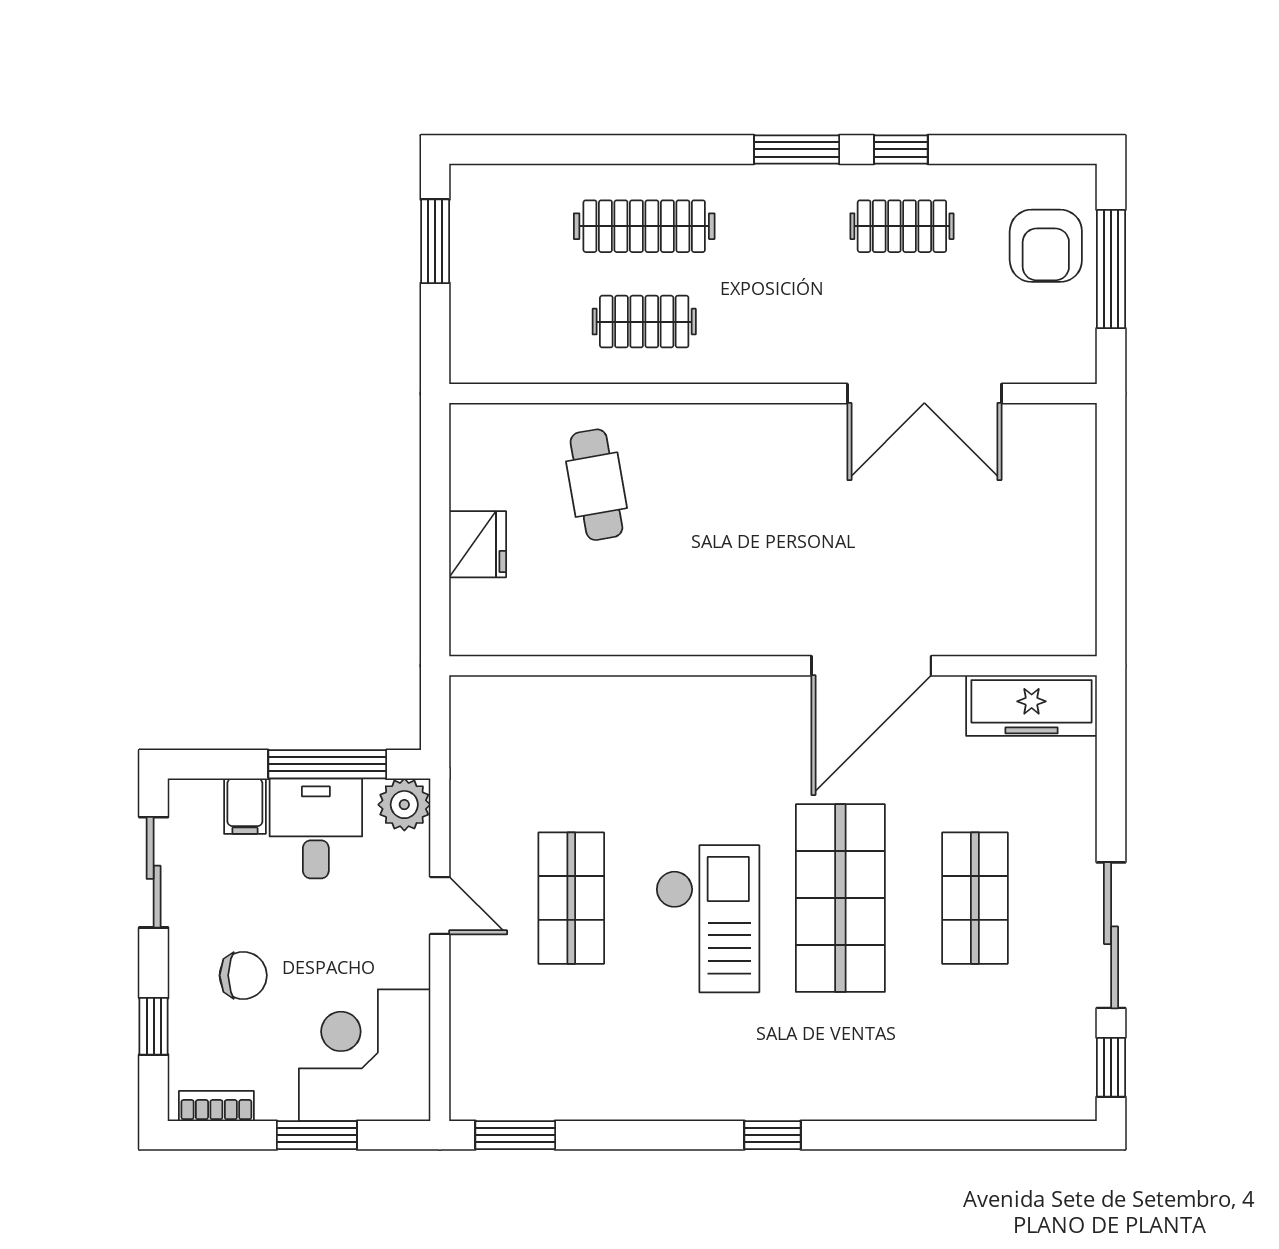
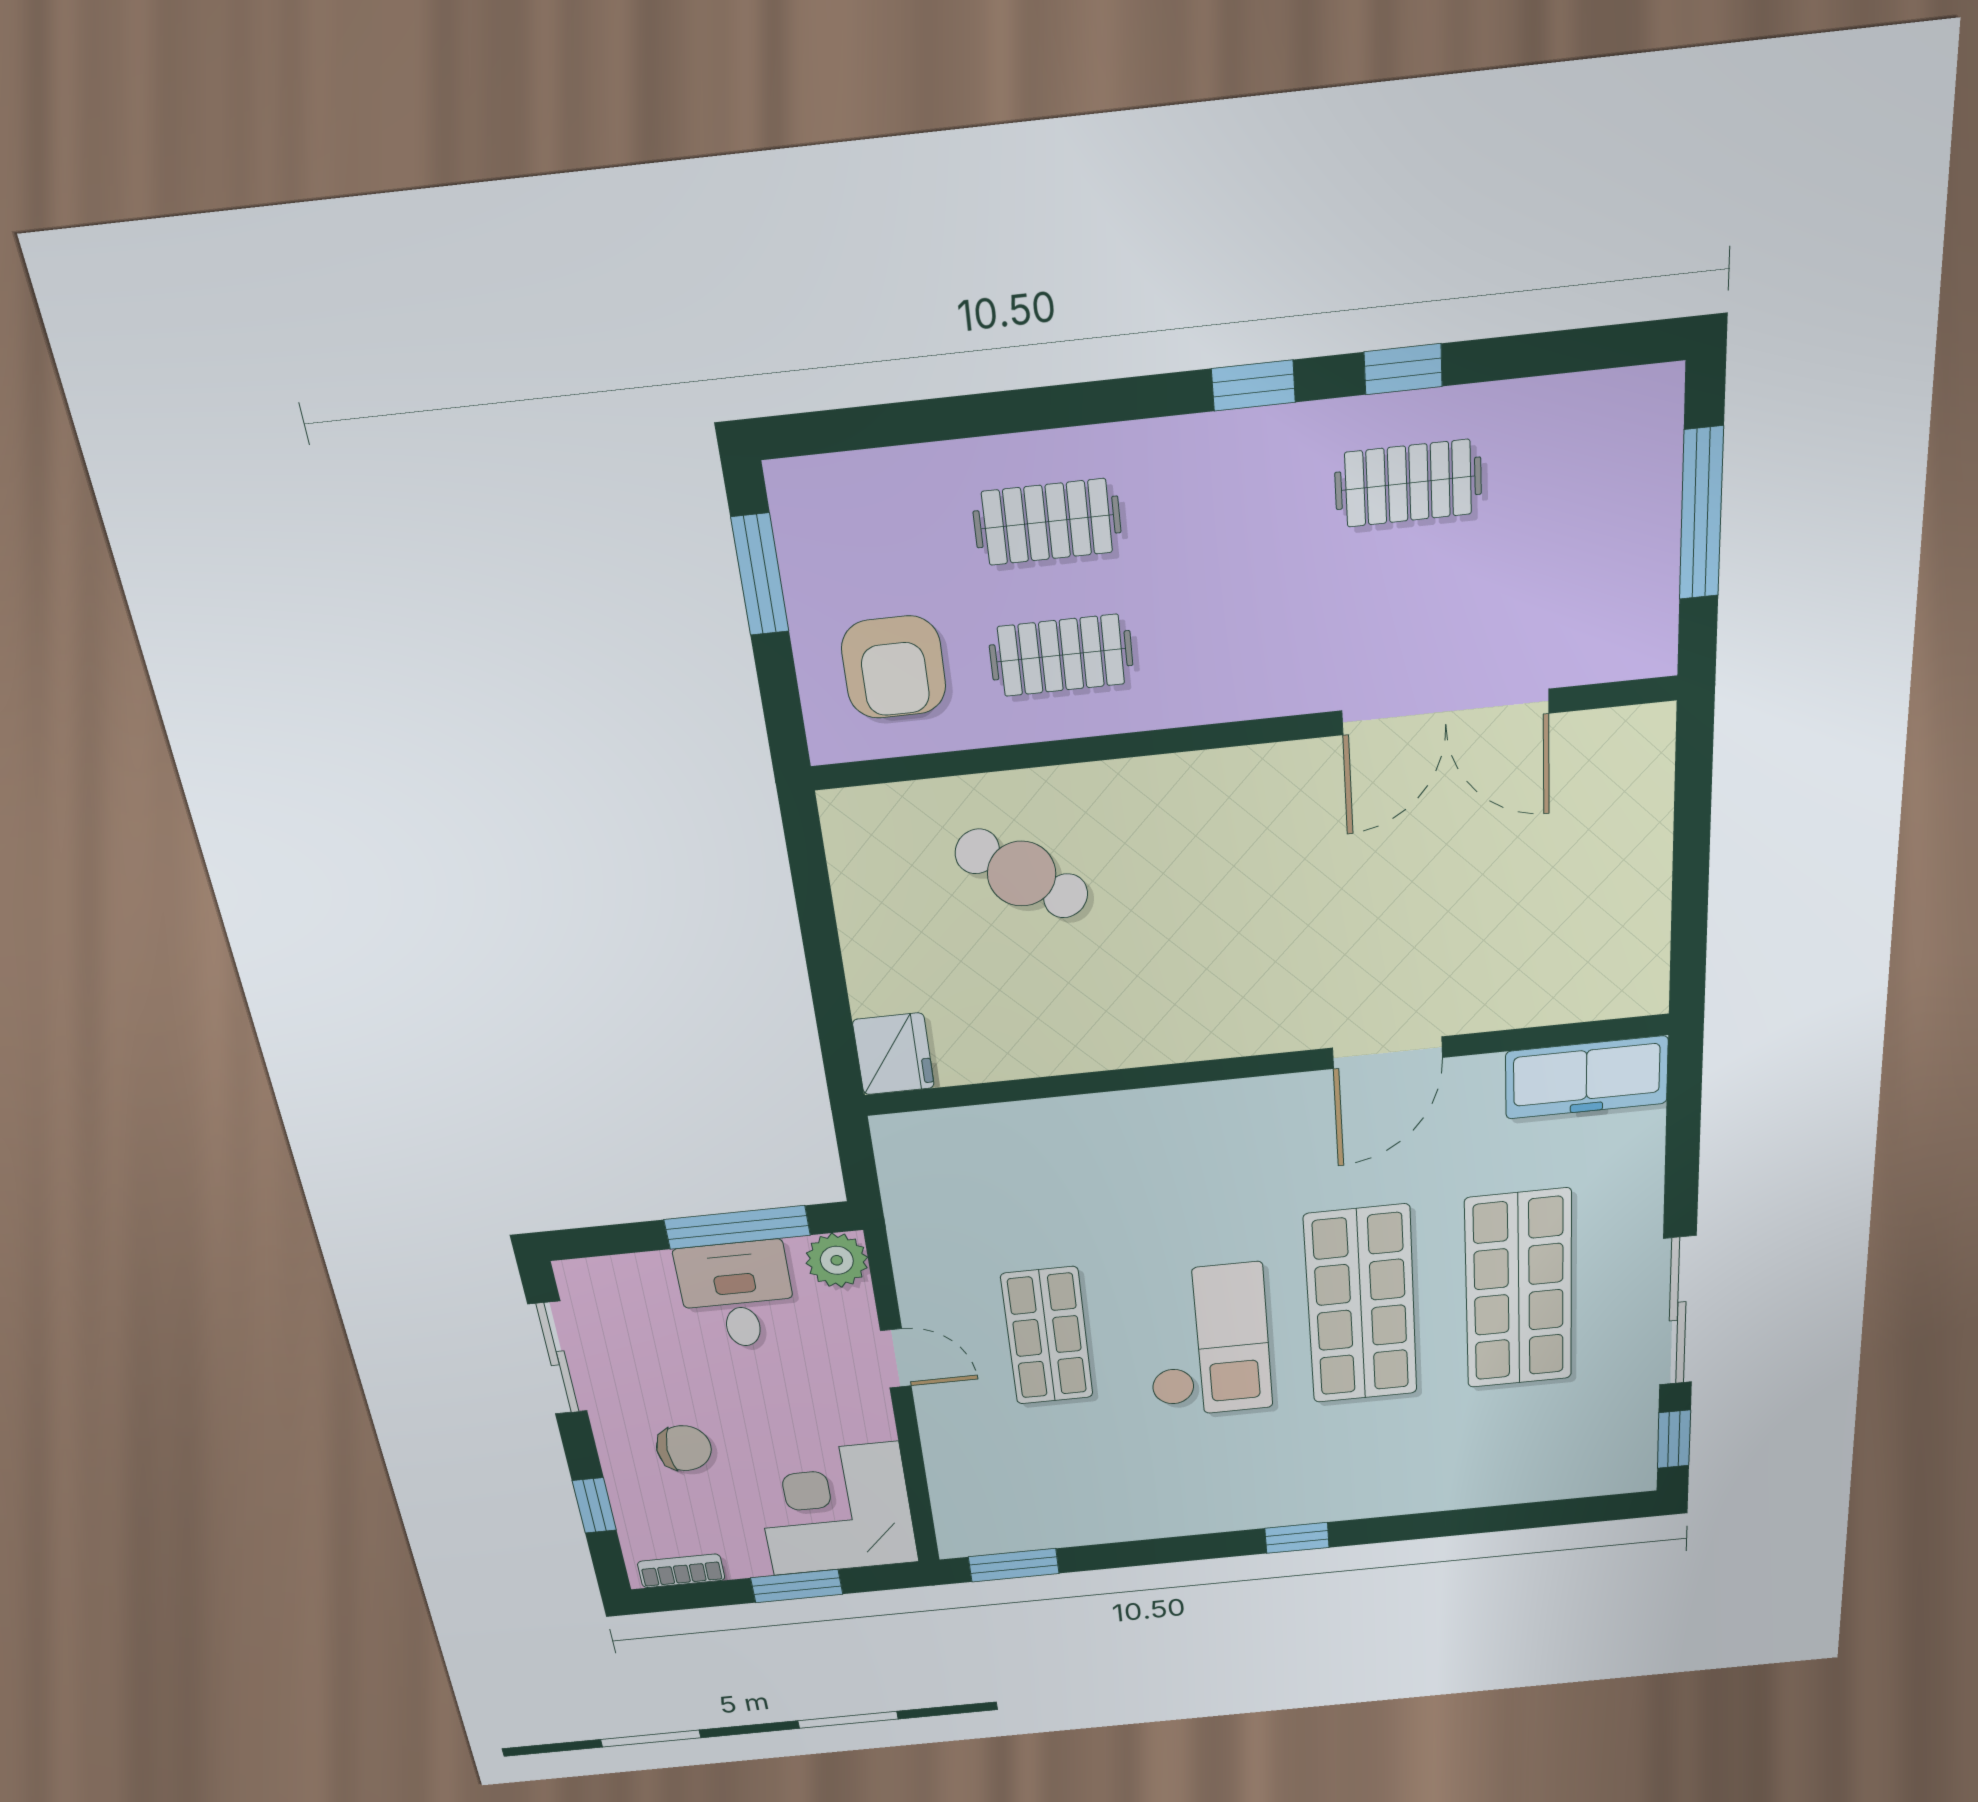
window: (797, 149) -> (1253, 385), width x0.67
clothes rail: (644, 226) -> (1047, 522), width x0.73
armchair: (1046, 246) -> (894, 667), moved
cafe table: (596, 485) -> (1022, 874), turned -46
fridge: (478, 544) -> (893, 1054), moved
door: (871, 666) -> (1387, 1053), width x0.73
filing cabinet: (245, 806) -> (649, 1281), removed
shop shelf: (975, 898) -> (1519, 1290), width x1.43, depth x1.36

